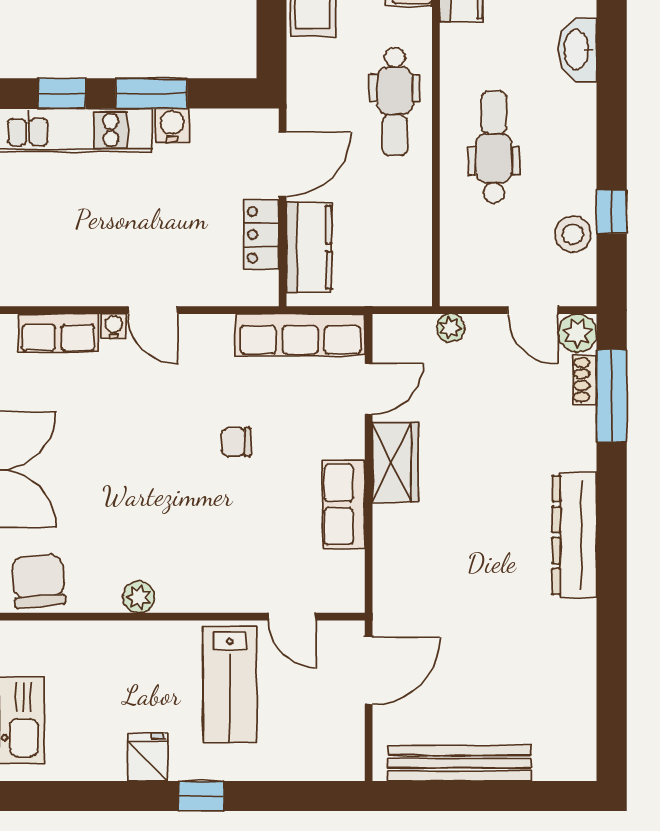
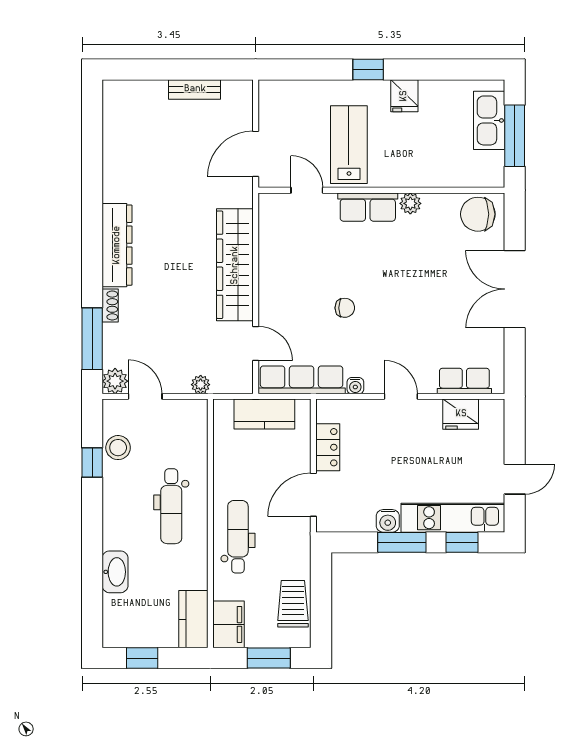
kitchen counter: (309, 247) -> (264, 414), moved, turned -90
fridge: (64, 284) -> (461, 414), added
water cooler: (114, 326) -> (355, 386), moved
shoe rack: (585, 380) -> (110, 305), moved
door: (369, 389) -> (256, 343), swing flipped
wardrobe: (395, 462) -> (235, 265), width x2.10, depth x1.17
row of seats: (344, 505) -> (368, 207), moved, turned 90
chair: (38, 581) -> (478, 214), turned 95
bench: (459, 763) -> (195, 89), width x0.54, depth x0.82

